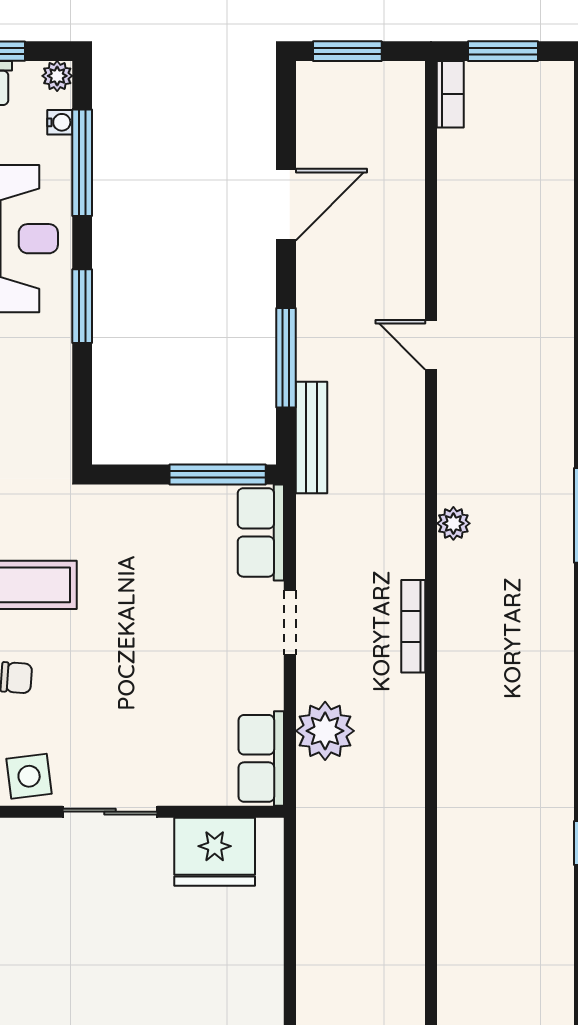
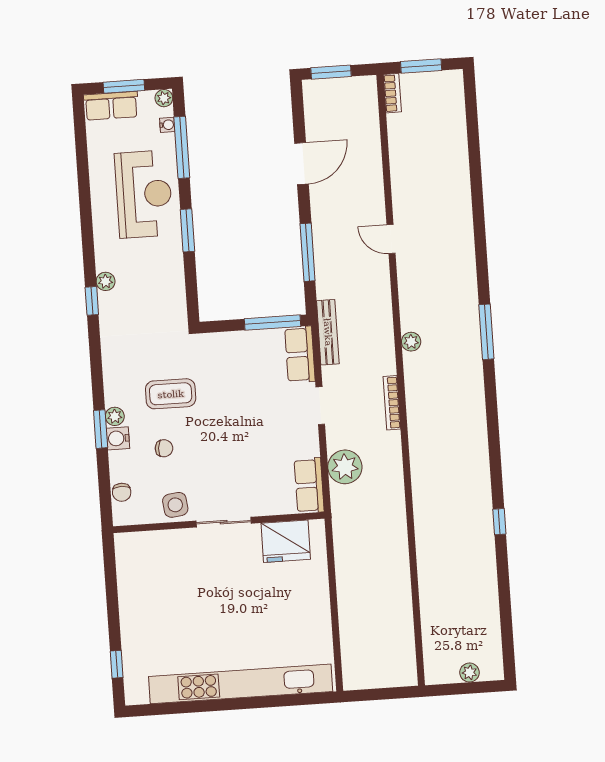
bench: (311, 437) -> (328, 332), moved

